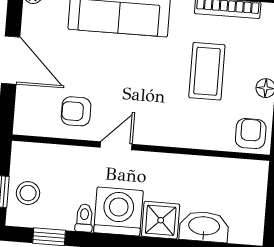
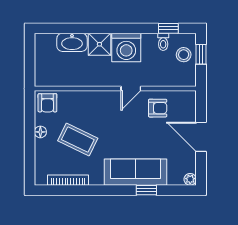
coffee table: (207, 71) -> (78, 140), turned -64
toilet: (84, 218) -> (163, 42), moved

